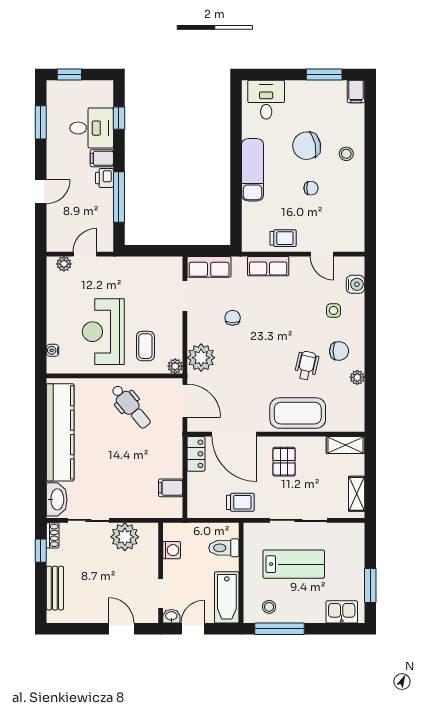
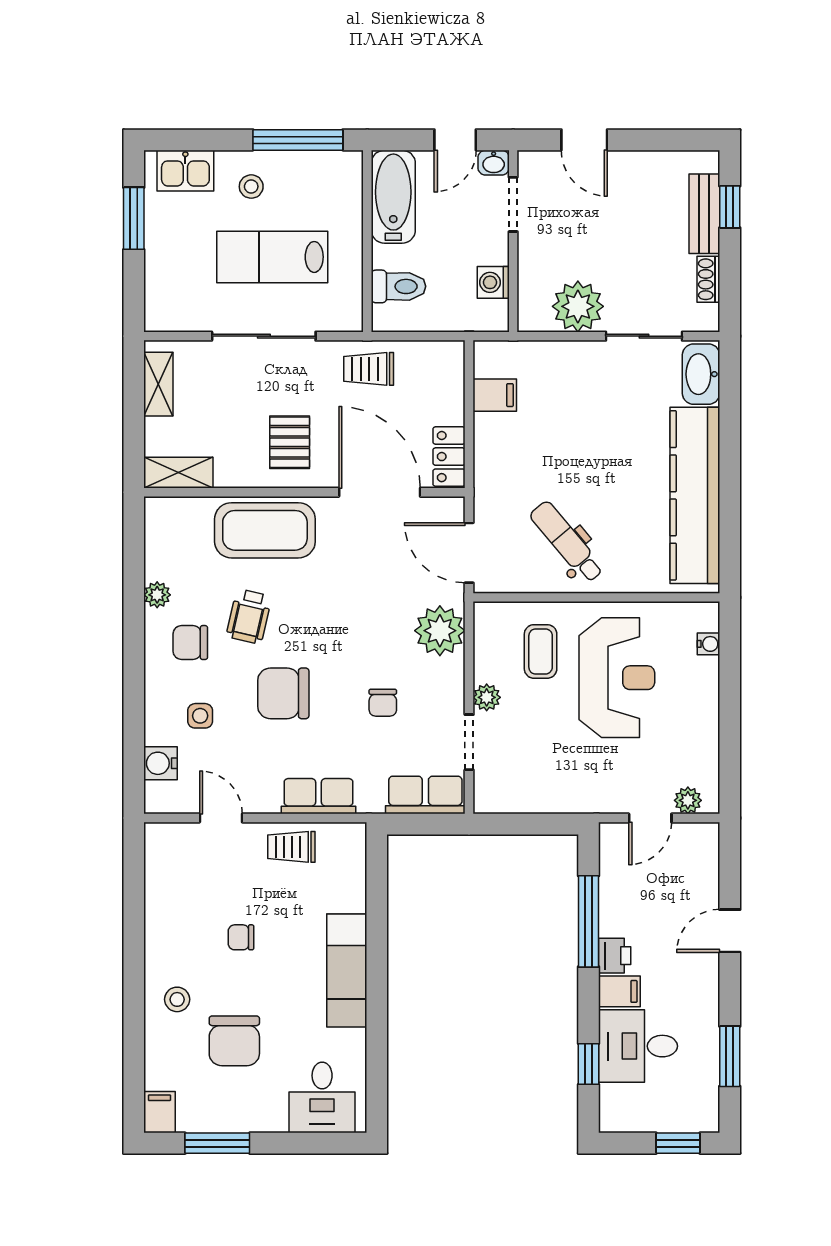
chair: (307, 146) -> (234, 1041), moved, turned 102
chair: (288, 323) -> (283, 693), added
plant: (175, 366) -> (487, 697), moved
shoe rack: (53, 535) -> (708, 279), moved
window: (41, 551) -> (730, 207), moved
stool: (269, 607) -> (251, 187), moved

